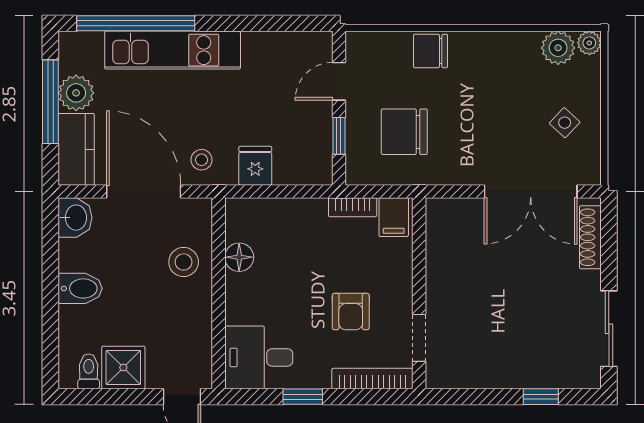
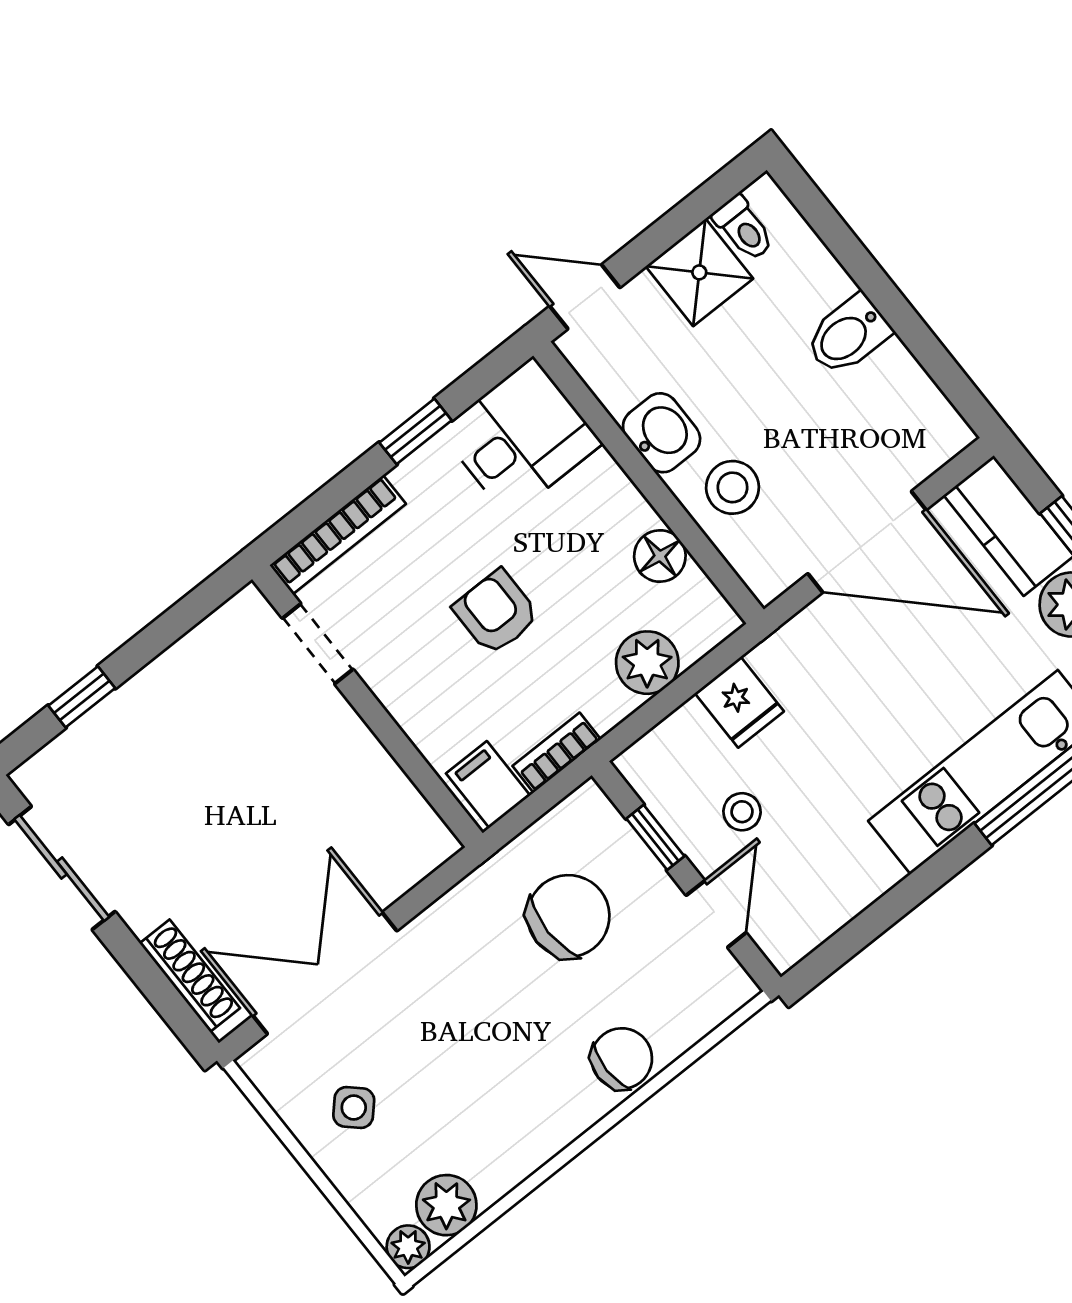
stool: (202, 160) -> (742, 812), moved
plant: (282, 215) -> (647, 663), added
washbasin: (75, 218) -> (662, 433), moved, turned 180
armchair: (351, 312) -> (496, 612), moved

